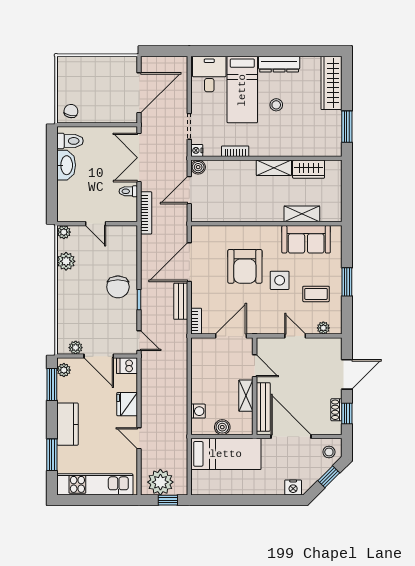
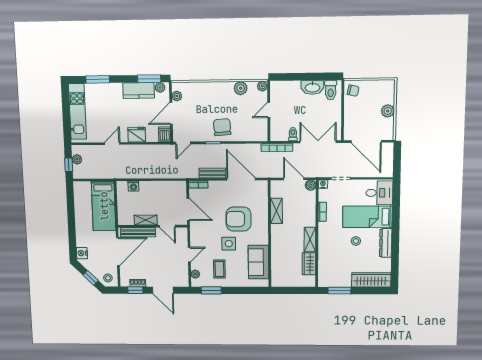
plant: (98, 65) -> (388, 111), added
shelving: (302, 214) -> (276, 211), moved
window: (347, 282) -> (211, 290), moved
chair: (118, 287) -> (222, 127), turned 86
door: (255, 366) -> (167, 226), hinge flipped
kitchen counter: (68, 424) -> (139, 91), moved
boiler: (222, 427) -> (123, 203), removed
plant: (160, 482) -> (77, 159), width x0.53, depth x0.53

